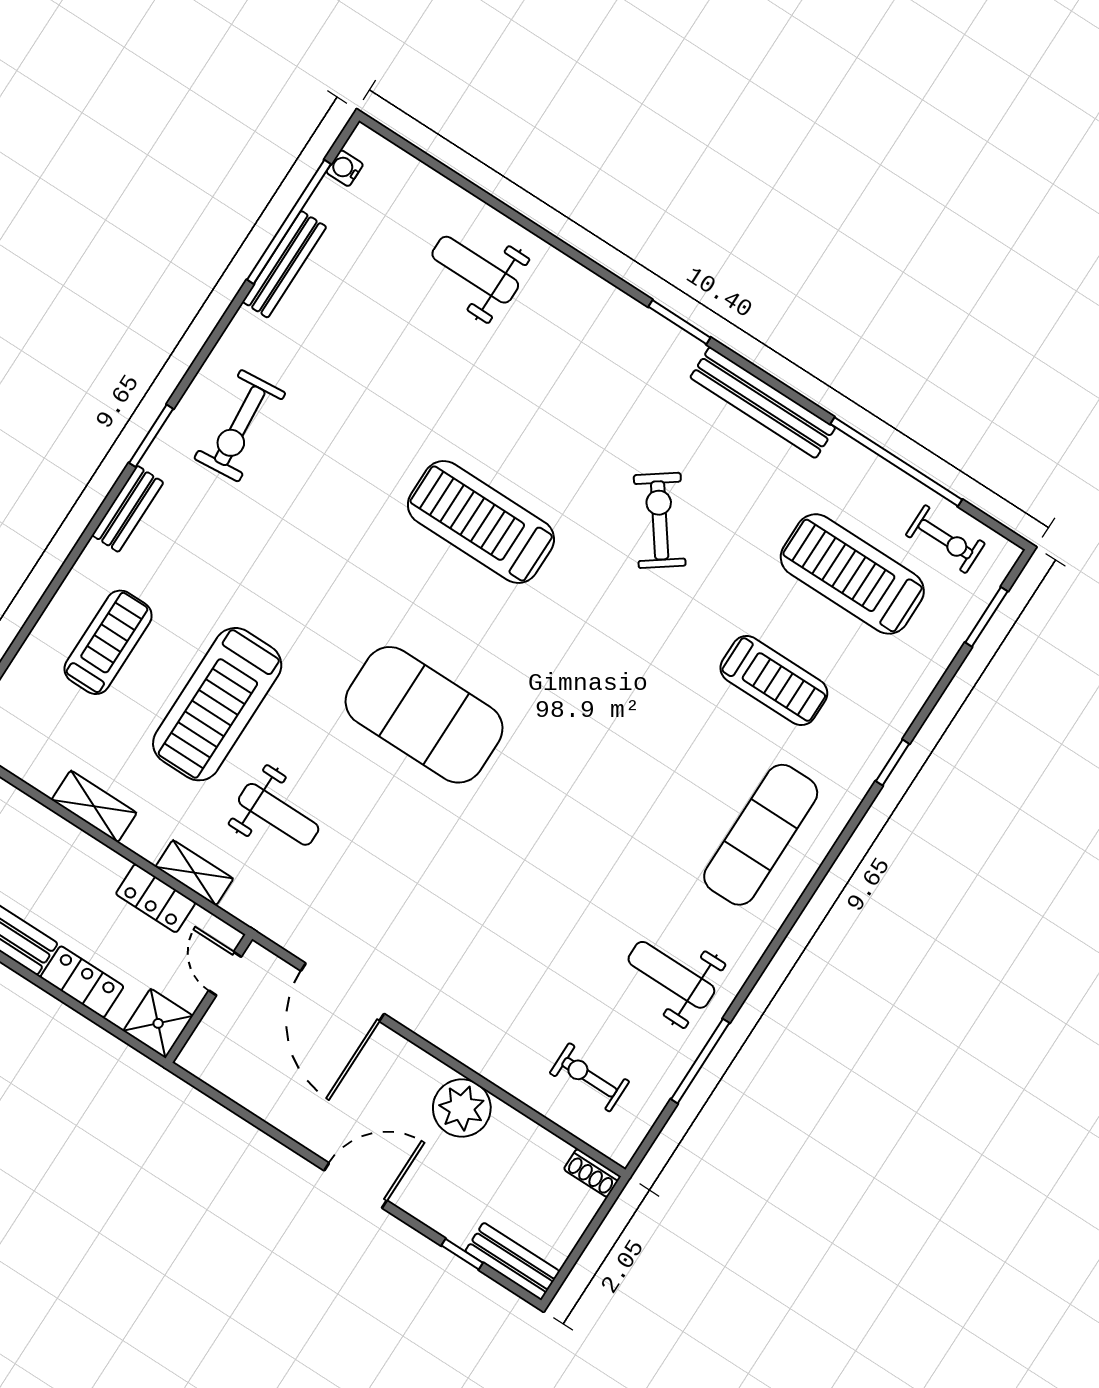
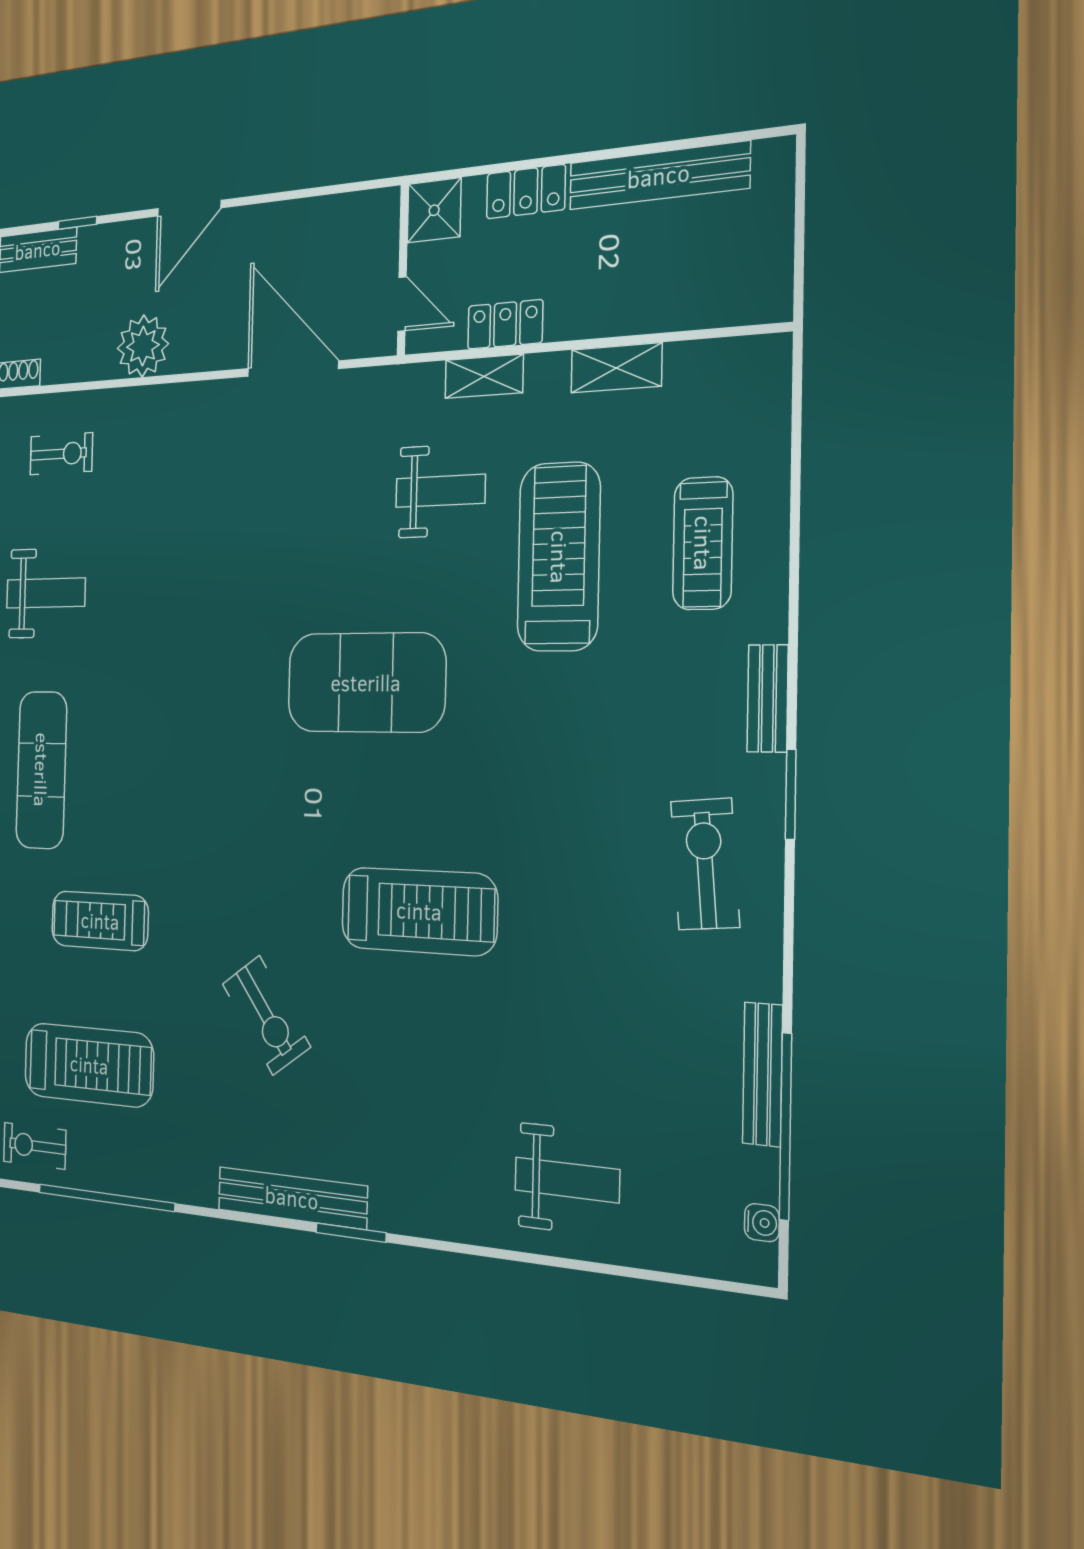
bench: (763, 403) -> (292, 1198), moved
weight bench: (279, 814) -> (440, 491), turned 180

